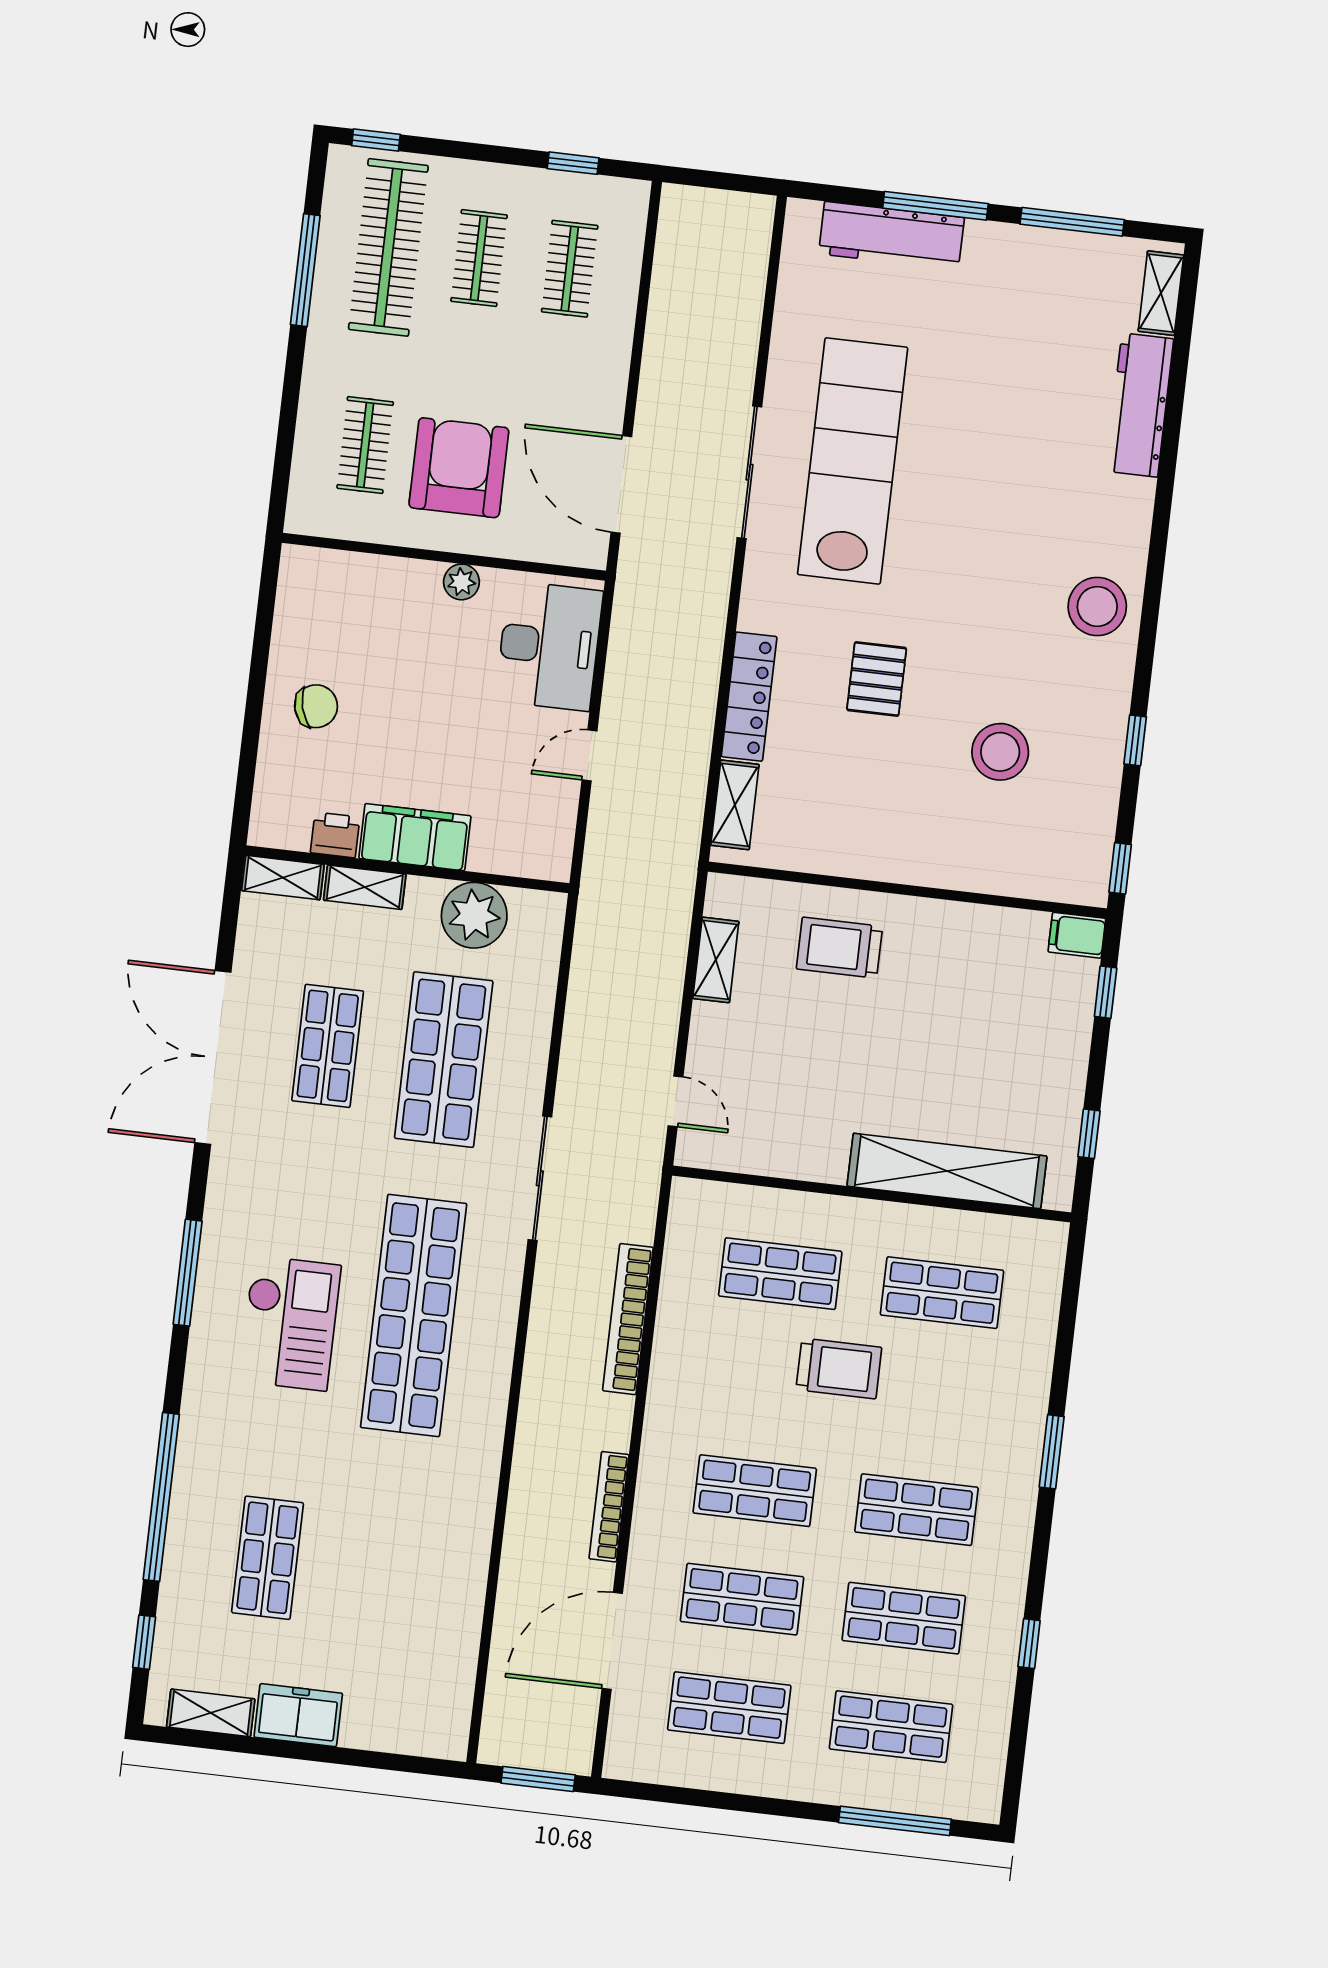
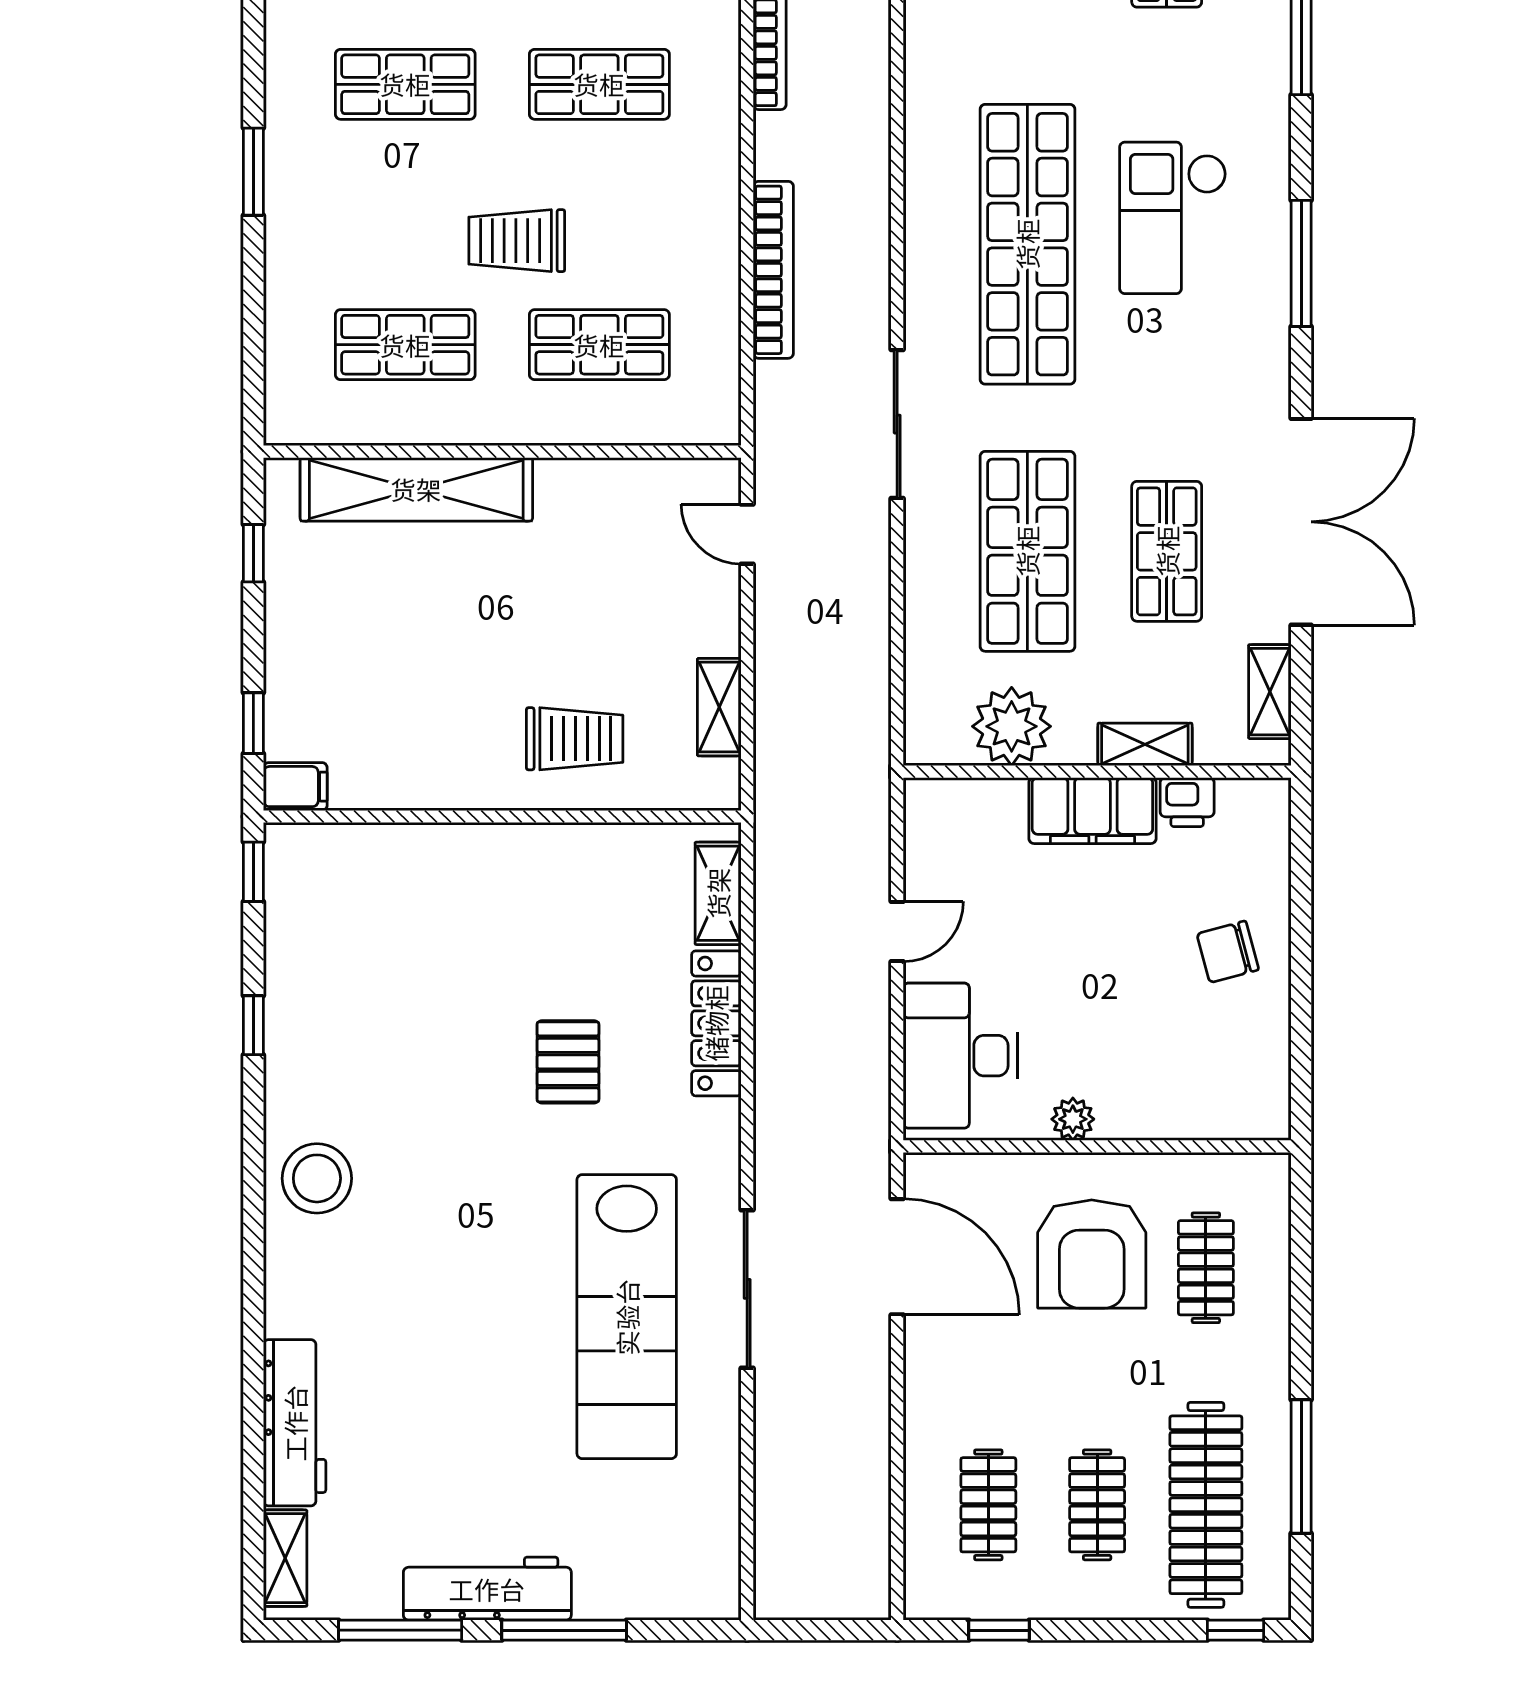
workbench: (891, 236) -> (487, 1589), moved
stool: (1000, 752) -> (412, 993), removed
shelving: (283, 878) -> (1270, 692), moved, turned 90

